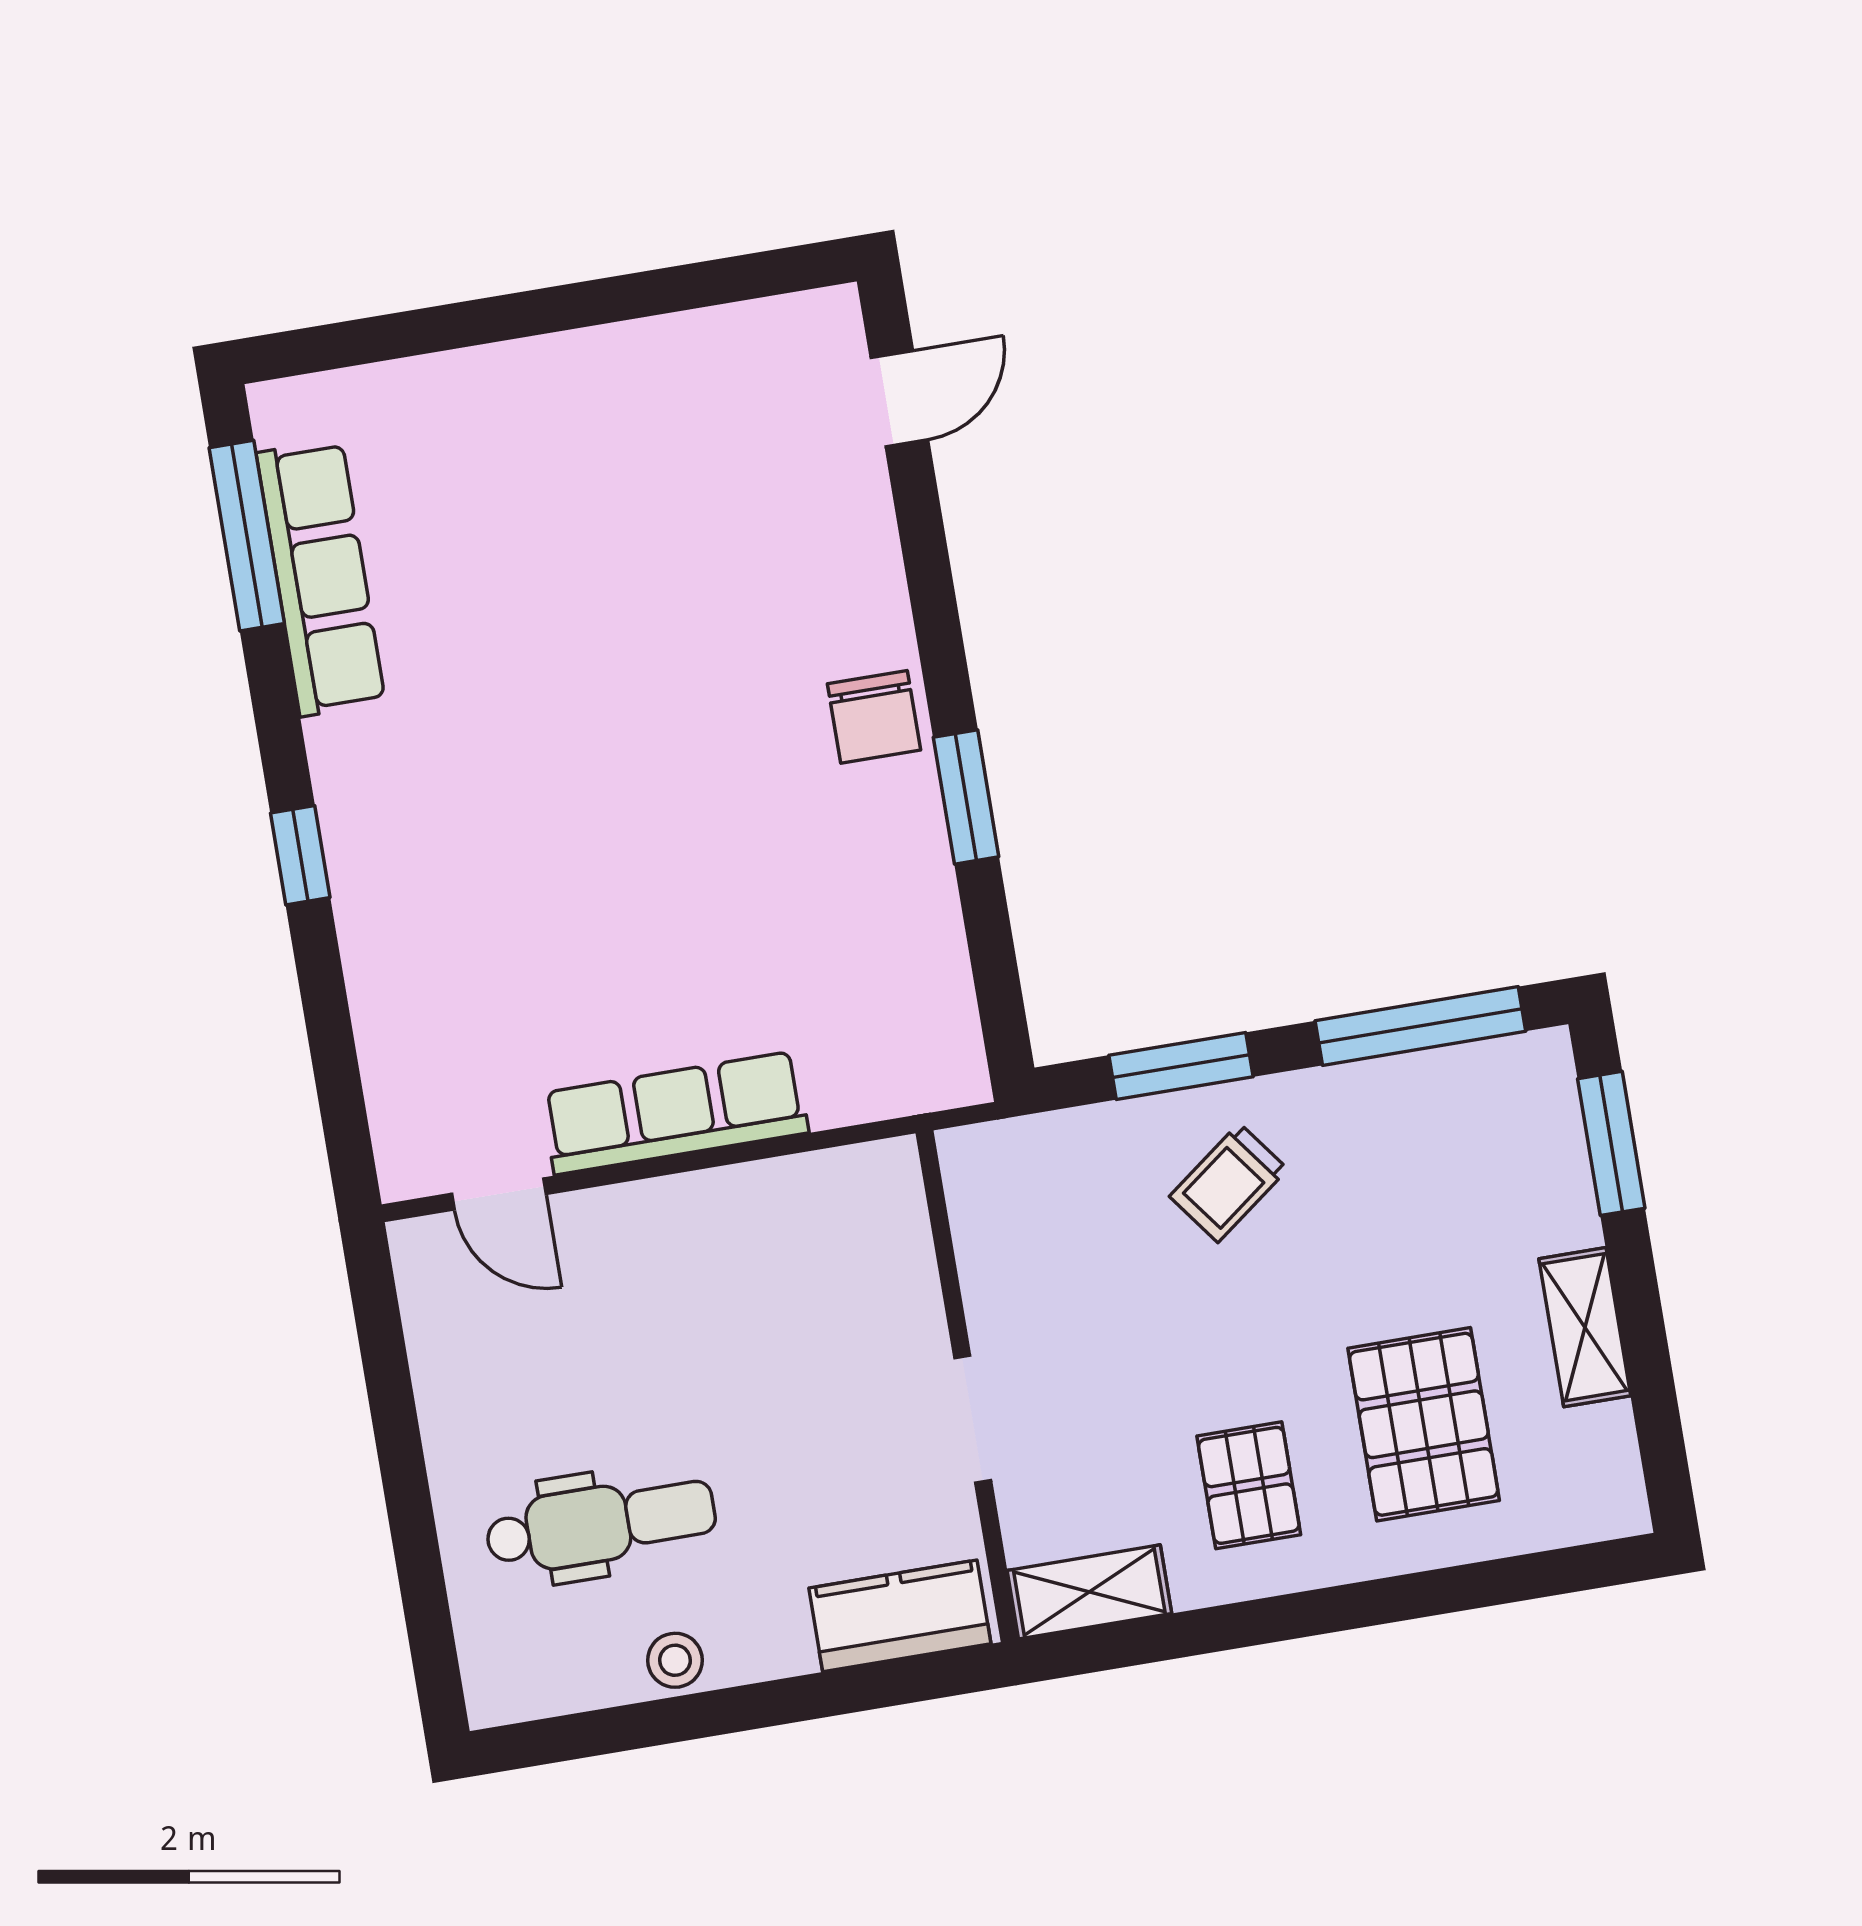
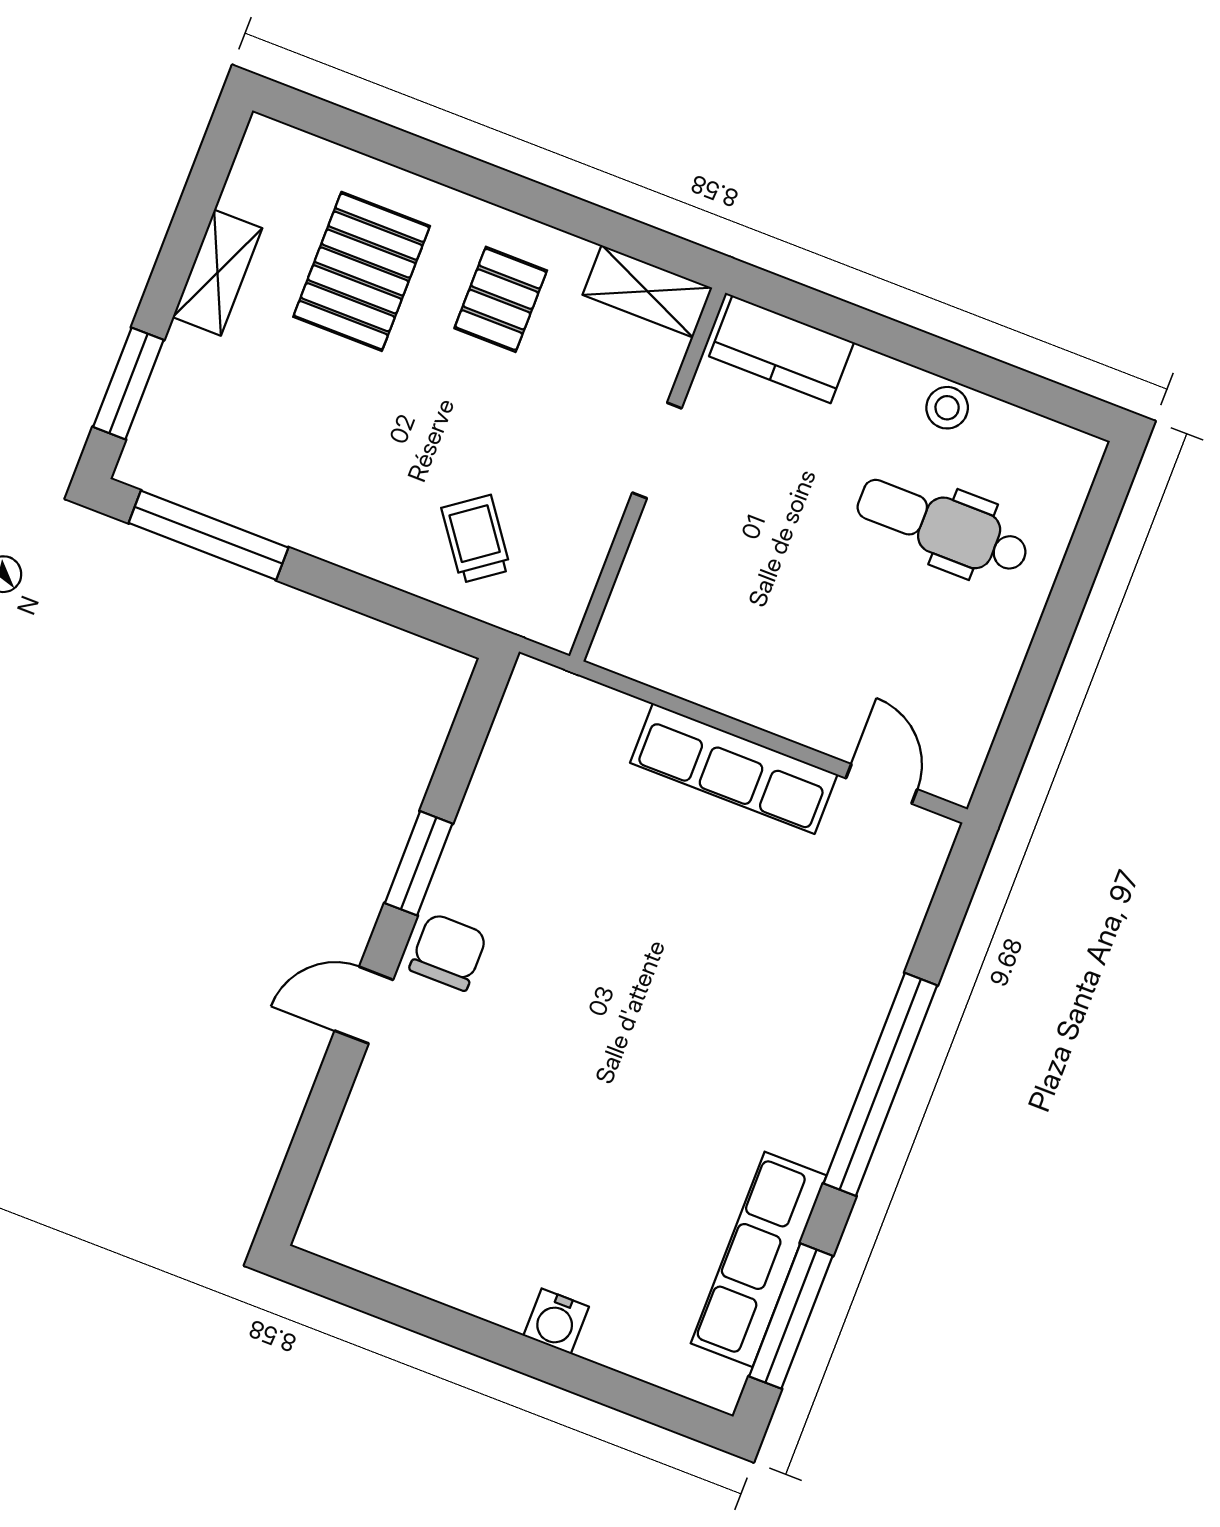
water cooler: (507, 374) -> (556, 1321), added
door: (899, 399) -> (364, 1005), moved
window: (300, 855) -> (880, 1084), width x3.17
window: (1181, 1066) -> (382, 602), removed
trolley: (1229, 1183) -> (476, 539), moved, turned -89

